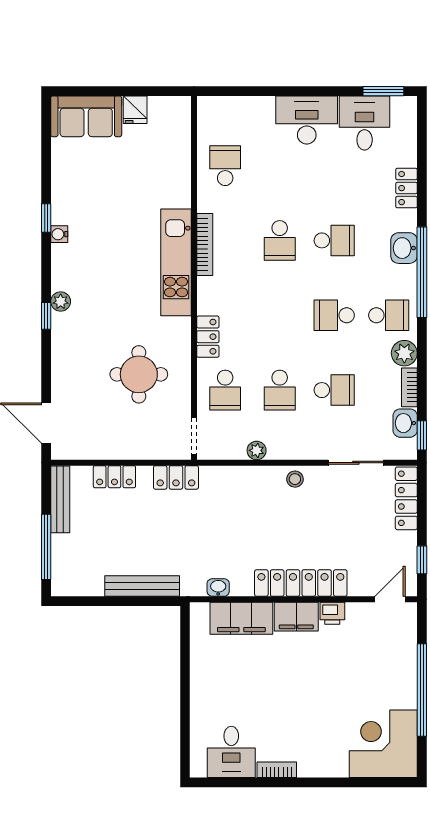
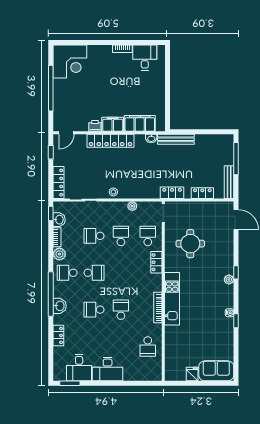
bench: (142, 586) -> (176, 139), moved

